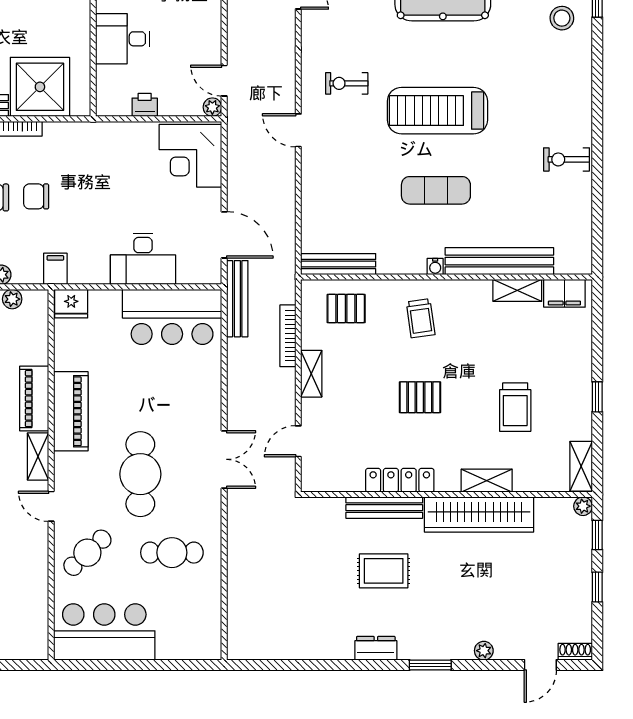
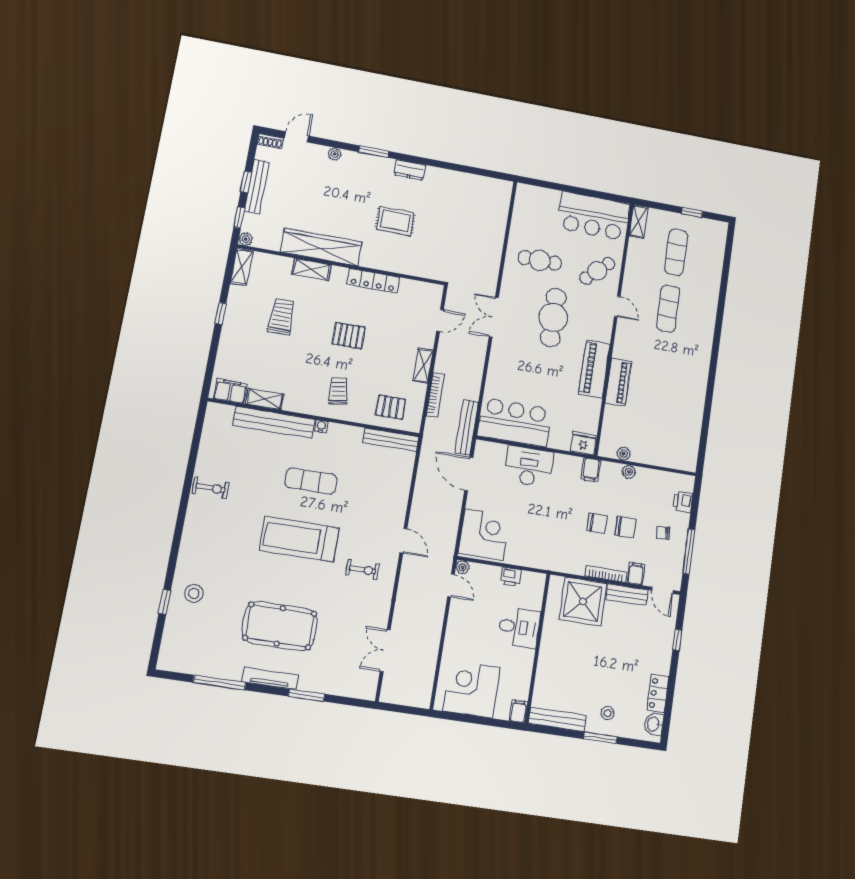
treadmill: (437, 111) -> (299, 539), turned 180
shelving: (38, 457) -> (639, 221), moved
bench: (384, 508) -> (257, 187), moved, turned 90

